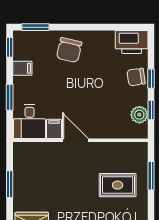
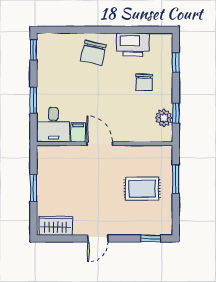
window: (35, 27) -> (59, 30), removed
printer: (132, 42) -> (133, 45), moved
filing cabinet: (22, 68) -> (46, 71), removed
chair: (136, 77) -> (144, 82), moved, turned -82
window: (151, 79) -> (176, 62), moved

